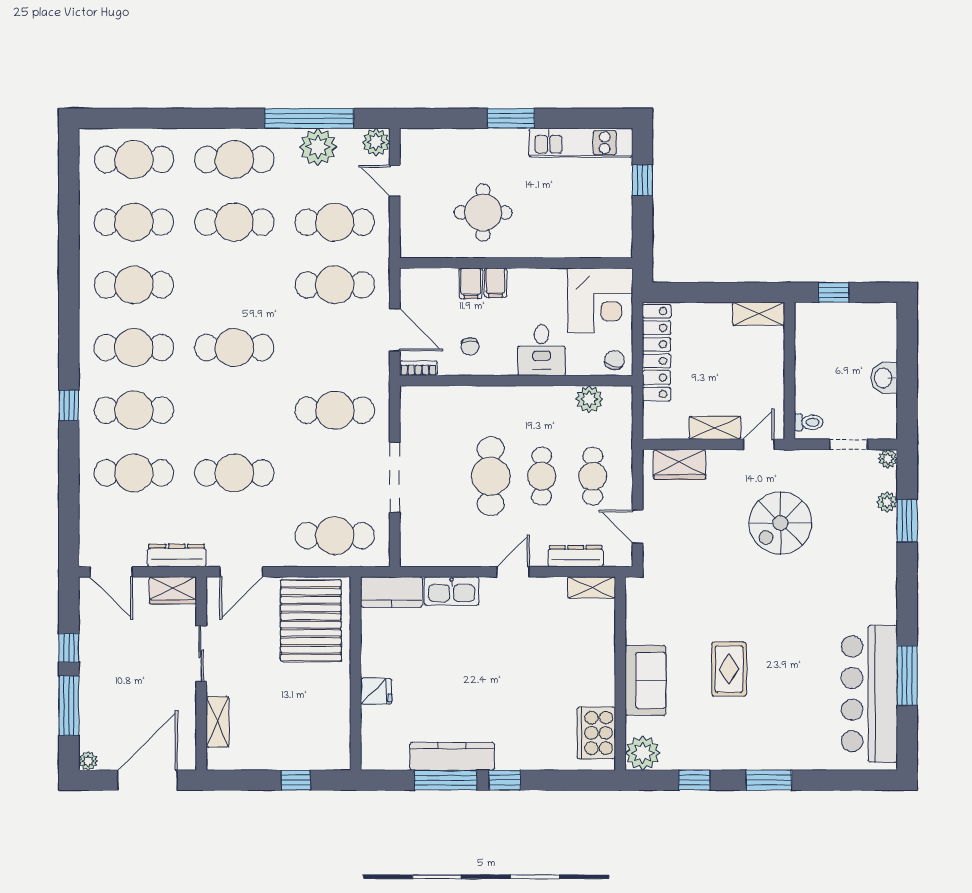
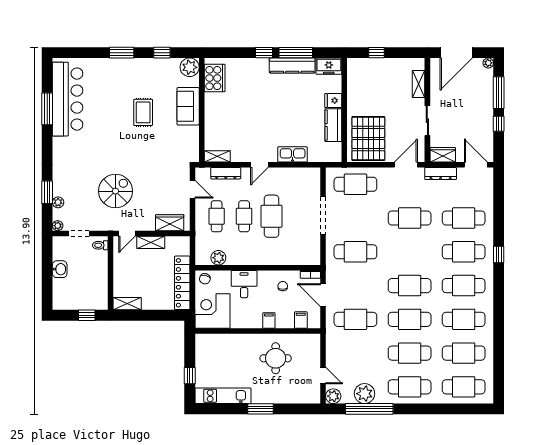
cafe table: (335, 222) -> (410, 319), moved
filing cabinet: (471, 283) -> (301, 320), moved
kitchen counter: (392, 592) -> (333, 125), moved, turned -90
freezer: (384, 755) -> (329, 66), added

